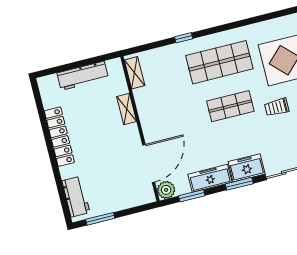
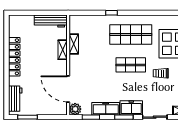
shelving: (135, 73) -> (74, 44), moved
workbench: (83, 76) -> (51, 21), moved
door: (149, 164) -> (68, 89), swing flipped

